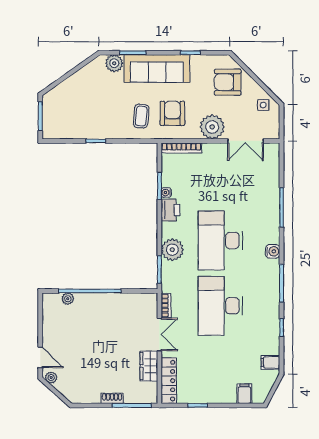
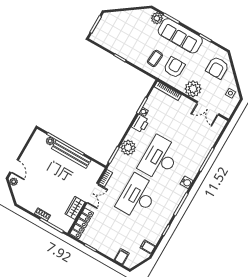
armchair: (228, 82) -> (217, 68), turned -90
bench: (105, 300) -> (71, 154), added

